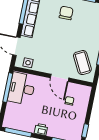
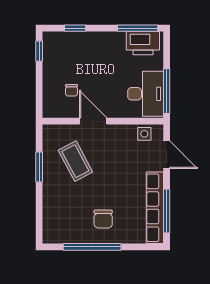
coffee table: (82, 63) -> (75, 161), moved
printer: (41, 129) -> (143, 43), moved, width x1.87, depth x1.48

